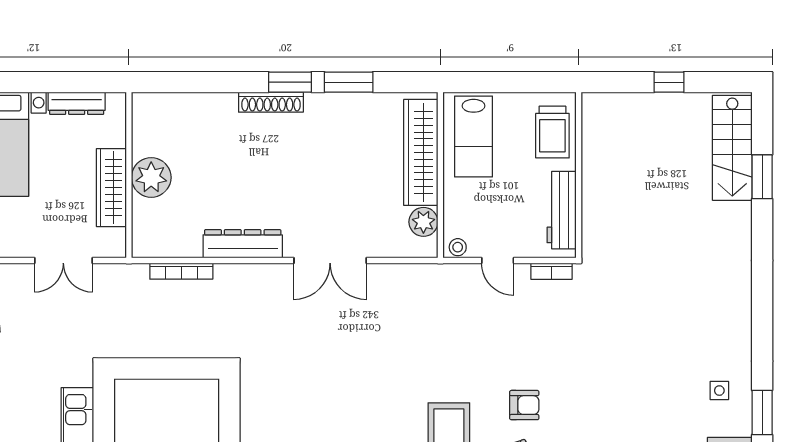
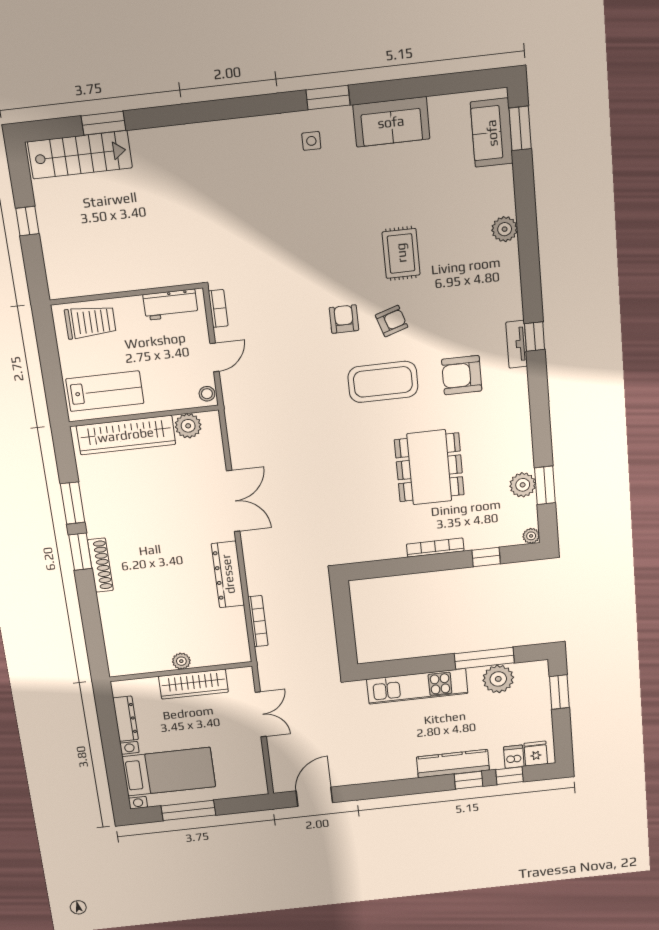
plant: (151, 177) -> (181, 661), width x0.53, depth x0.53
workbench: (562, 210) -> (171, 305), width x0.73

